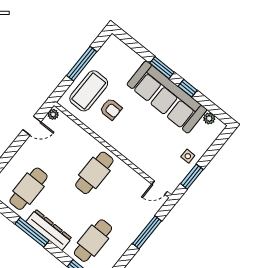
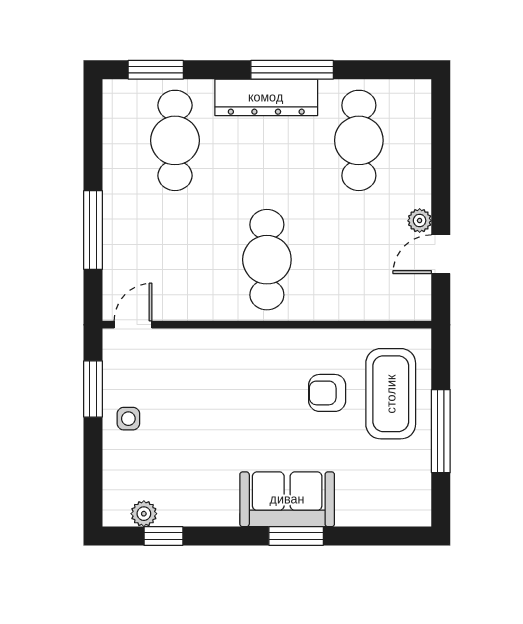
window: (188, 88) -> (163, 536), moved
sofa: (167, 97) -> (287, 499), width x0.54, depth x0.79
plant: (53, 114) -> (420, 221), moved

